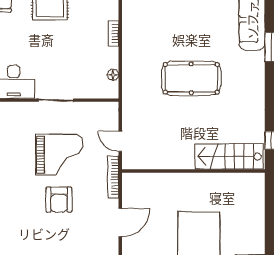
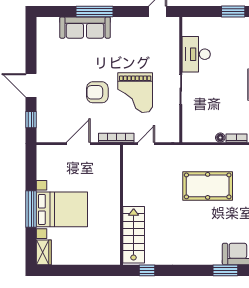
floor lamp: (113, 75) -> (220, 138), moved
pool table: (191, 78) -> (208, 186), moved, turned 90
door: (120, 222) -> (78, 144), swing flipped

